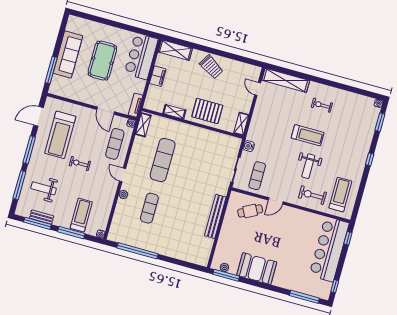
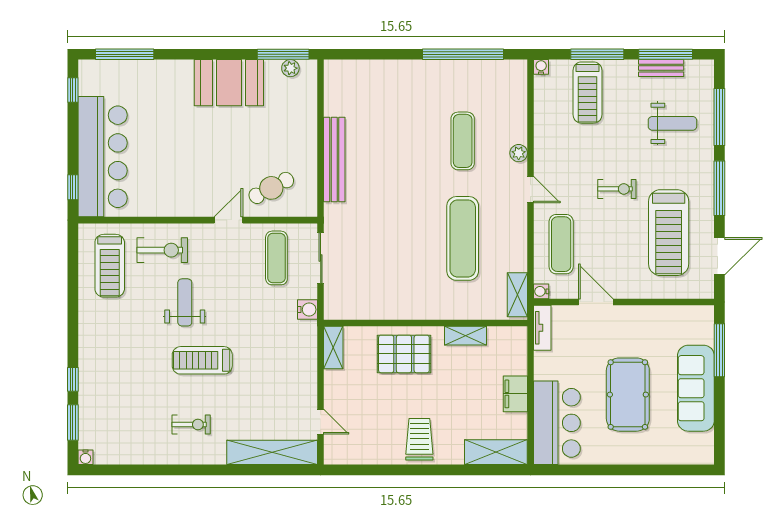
trolley: (211, 67) -> (419, 439), turned 58
treadmill: (60, 135) -> (669, 233), turned 180
window: (370, 159) -> (73, 379), moved

